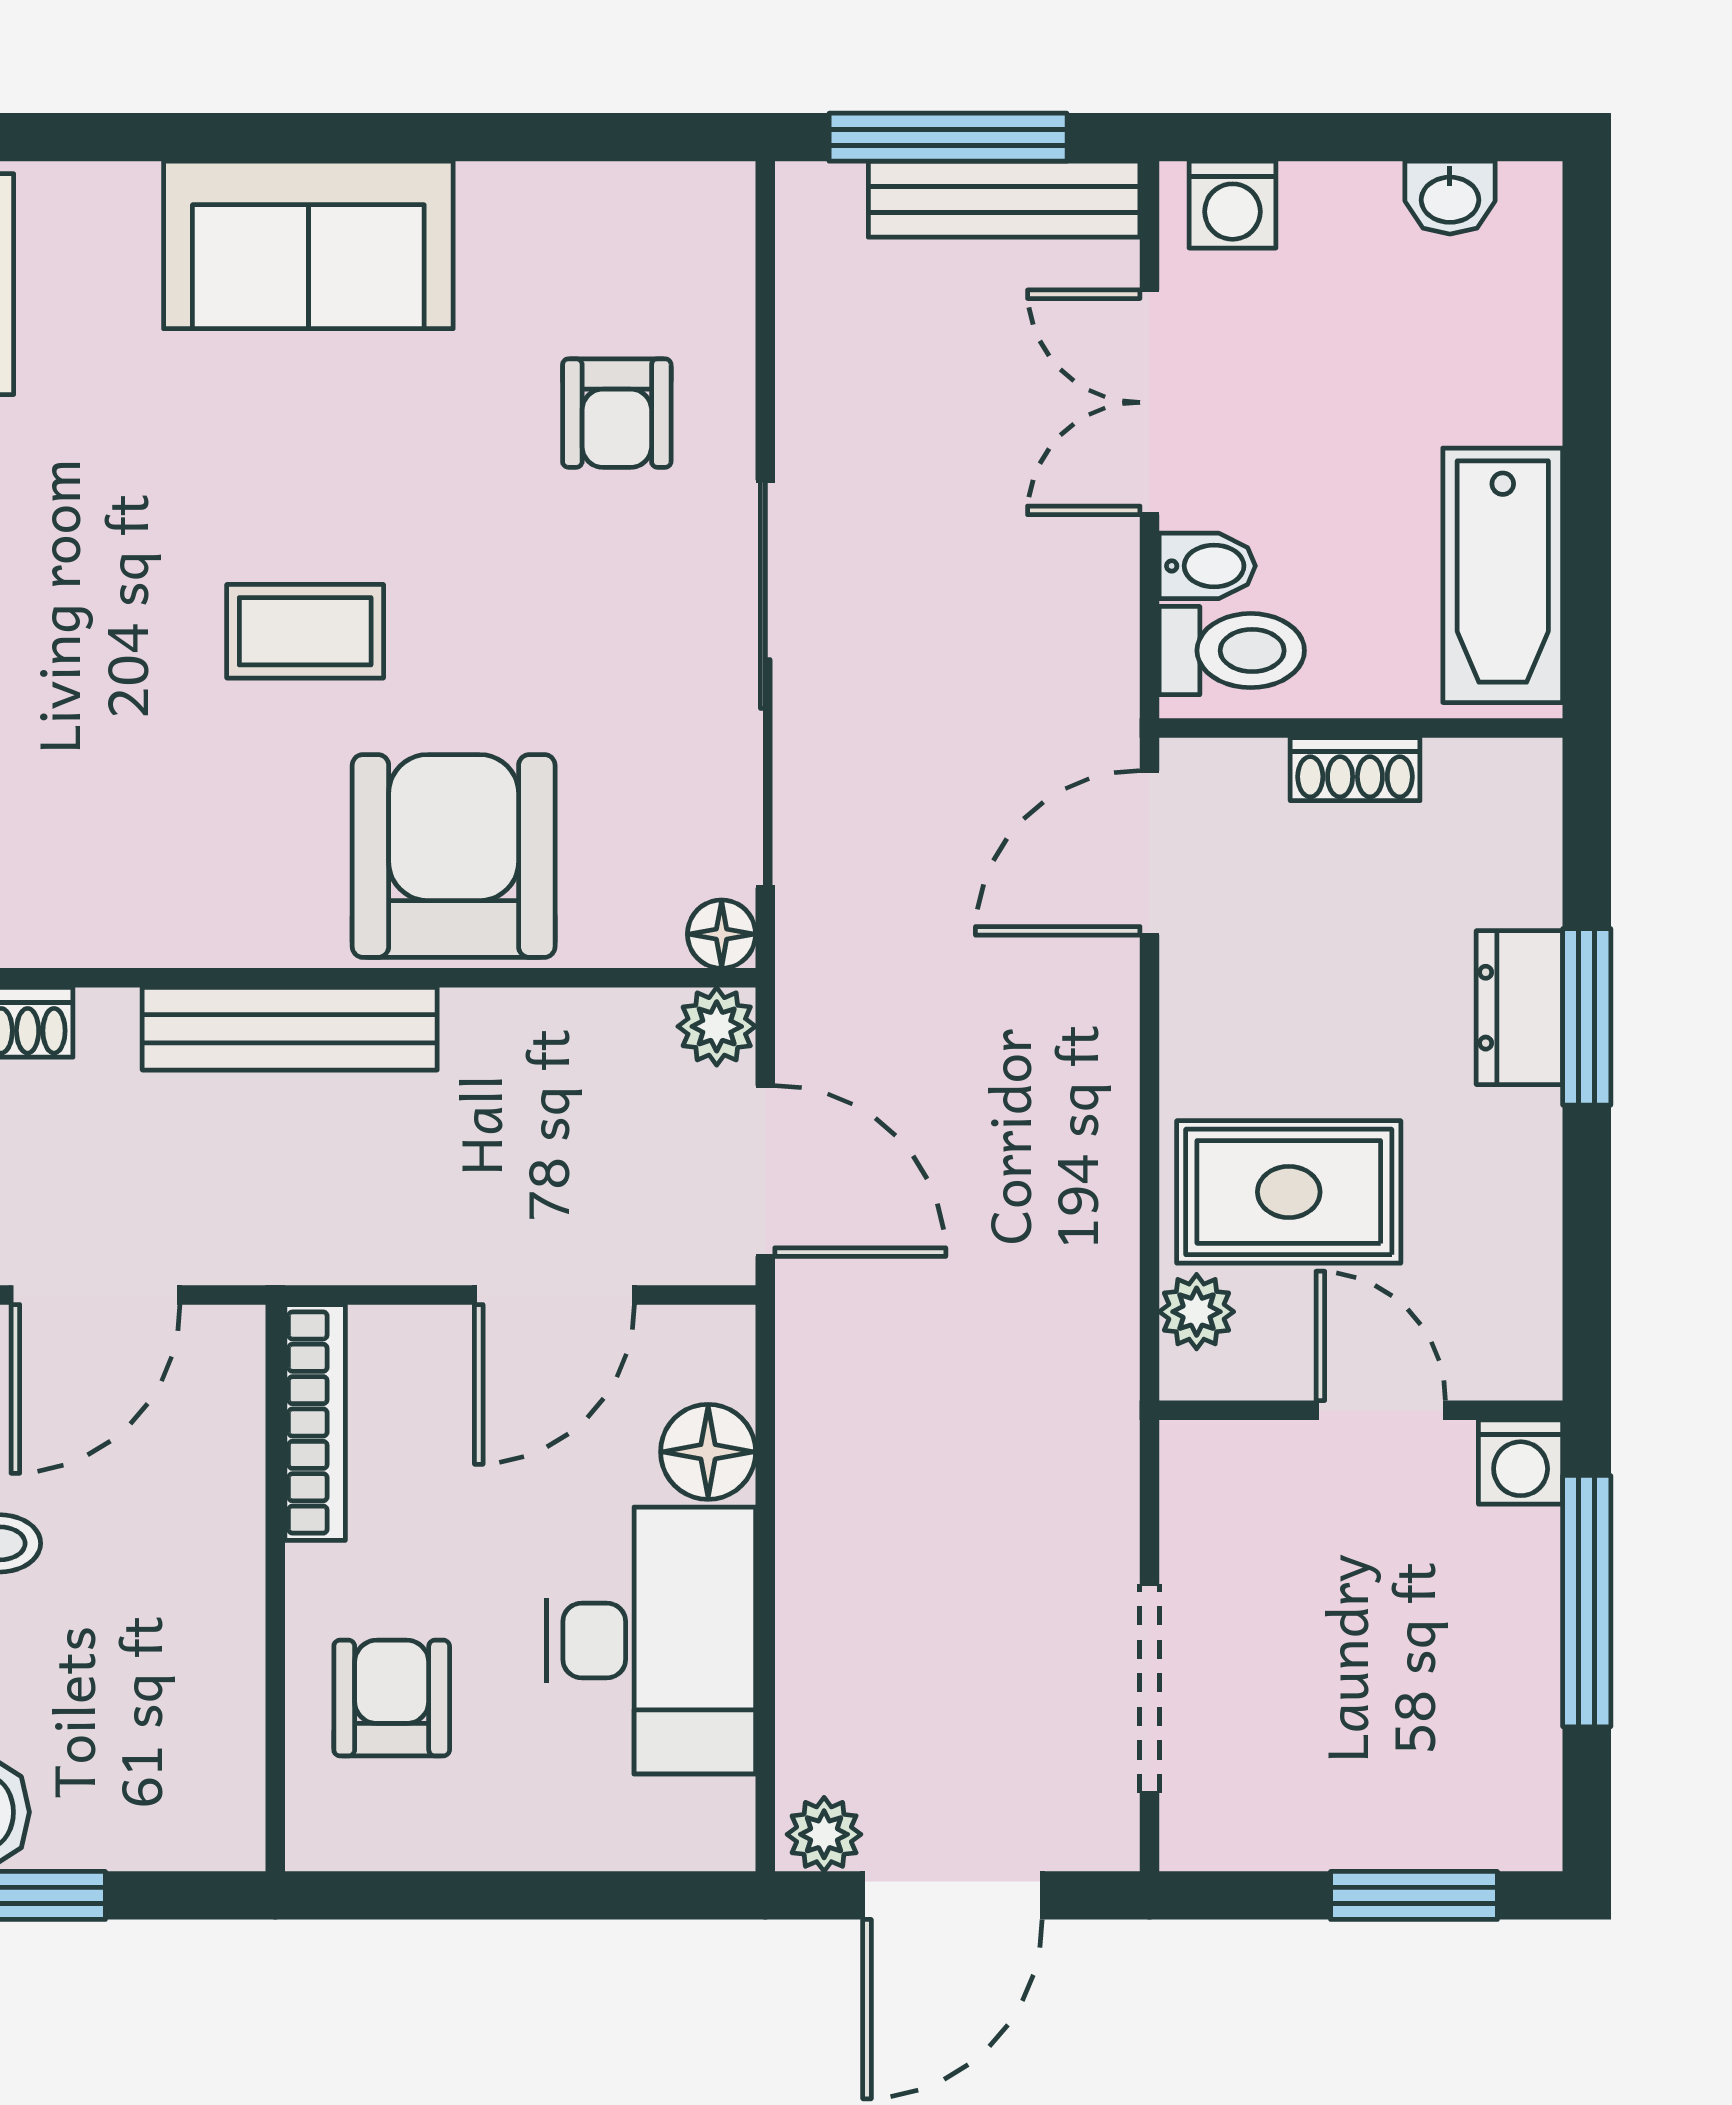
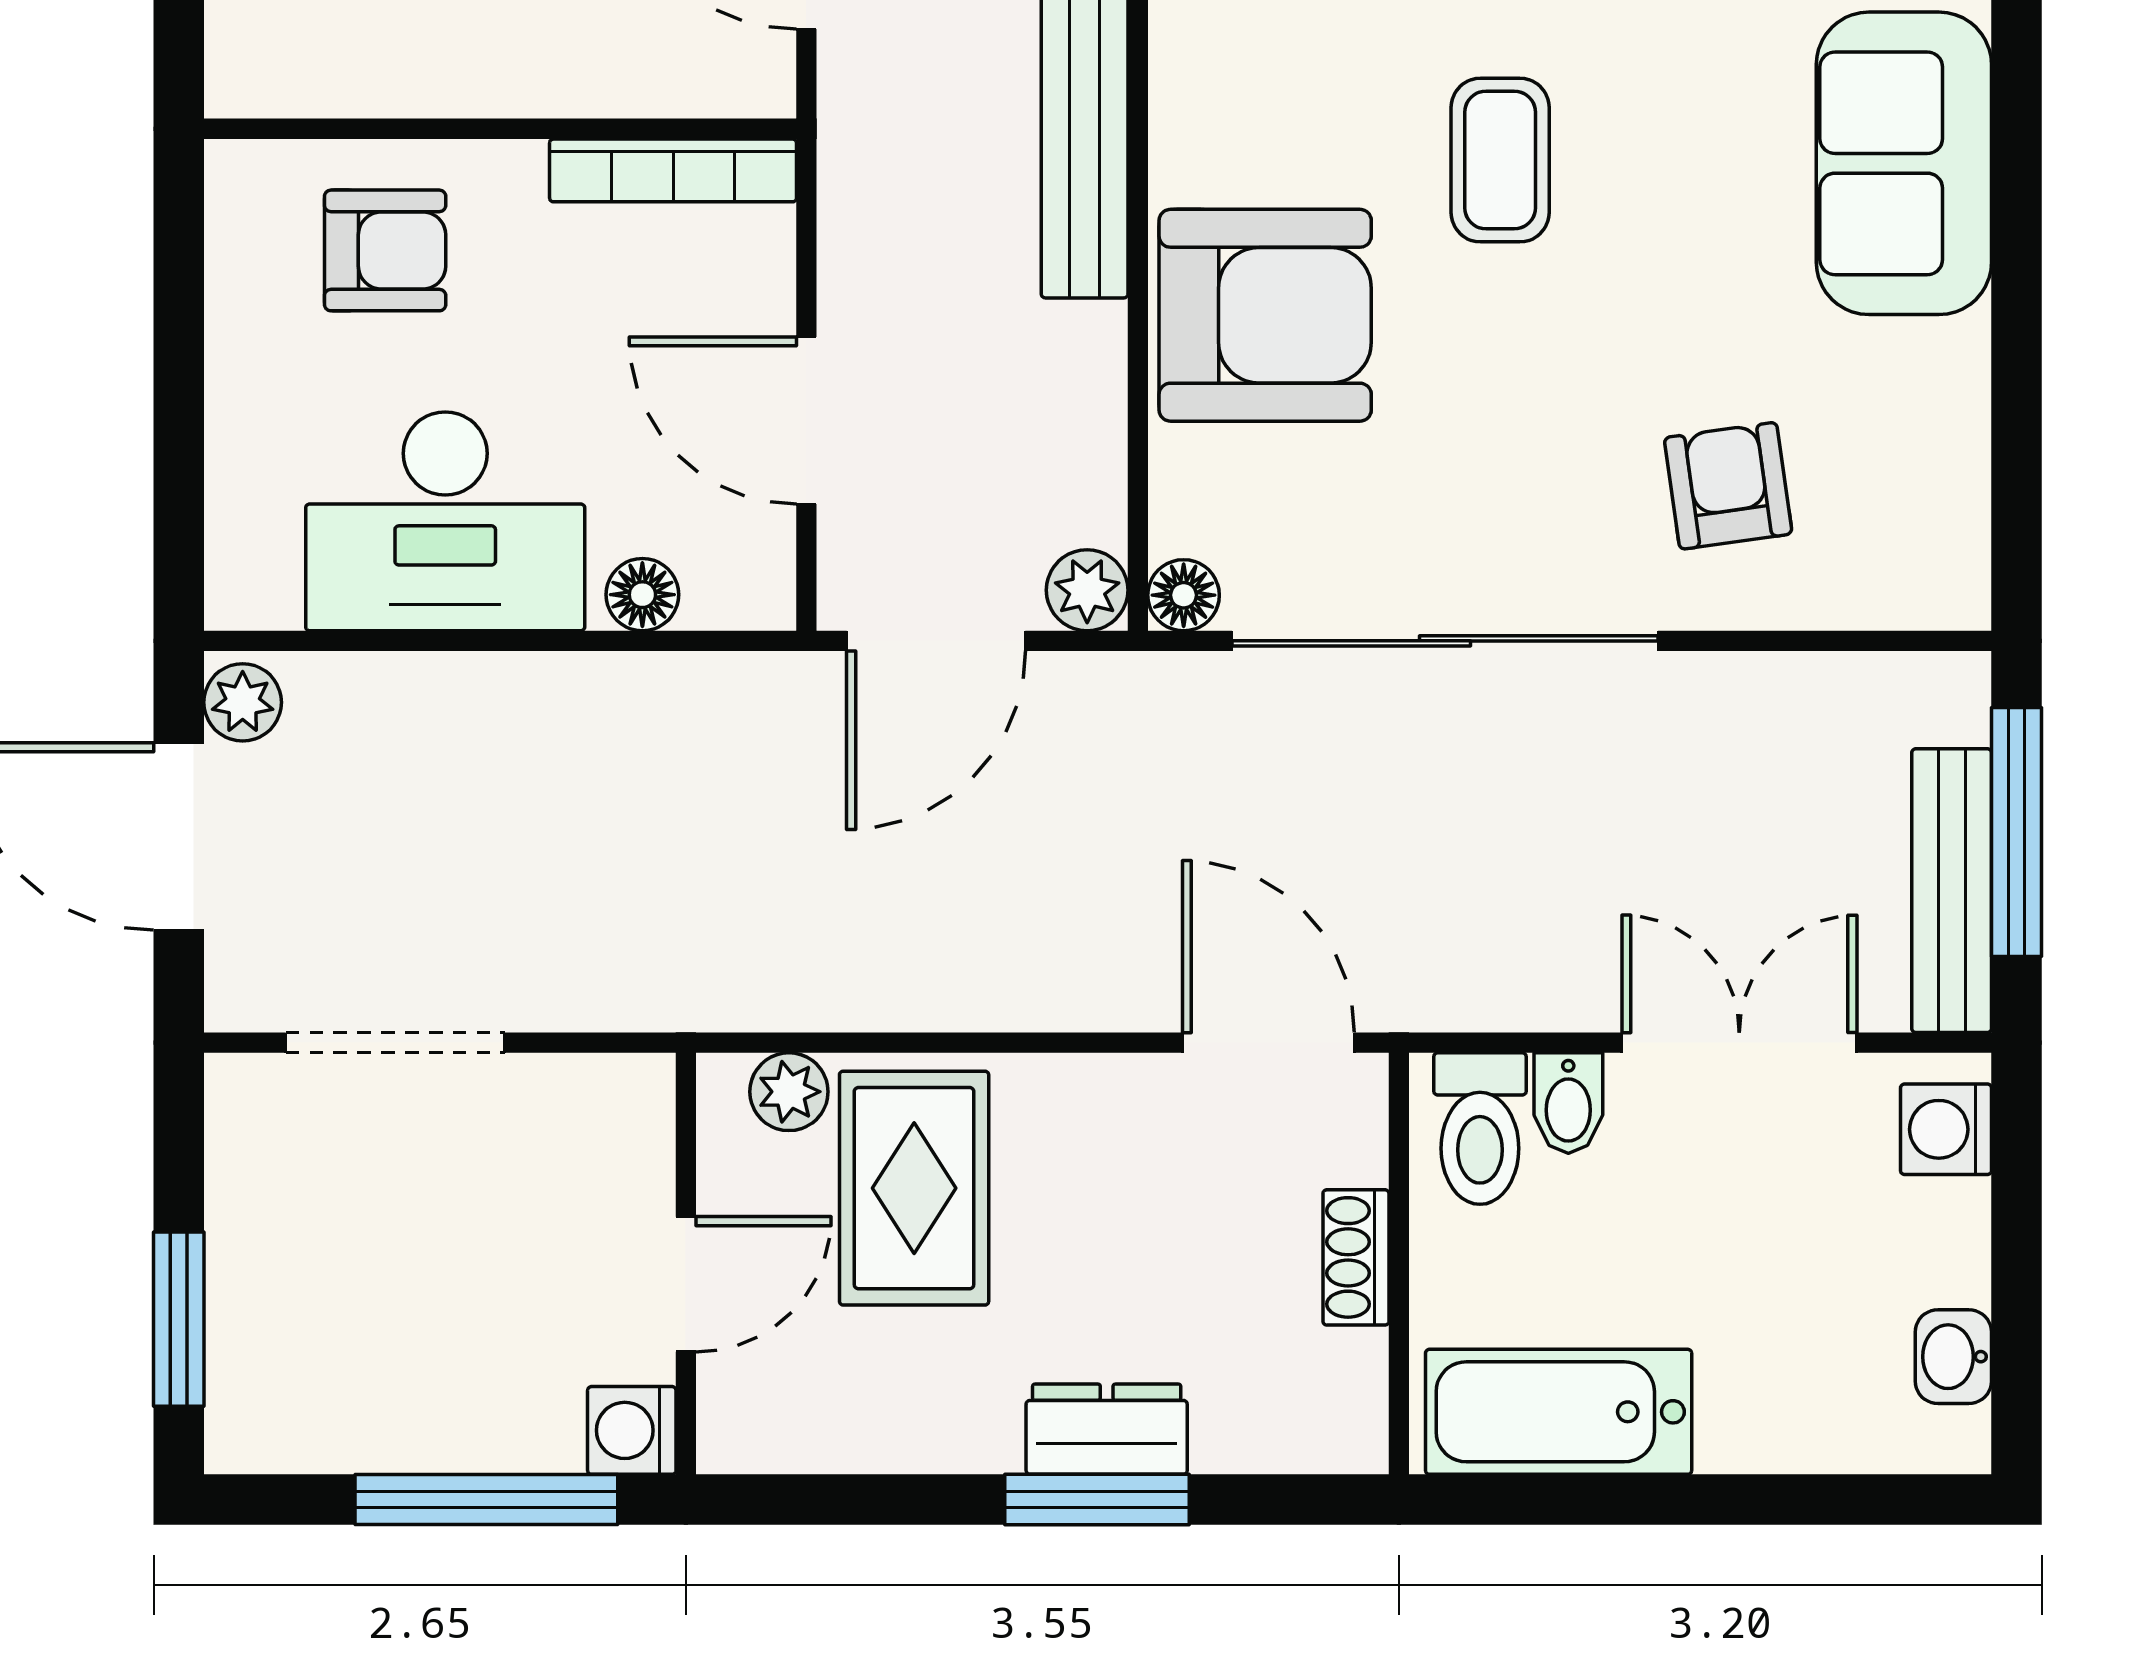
armchair: (617, 413) -> (1728, 486), turned 82
floor lamp: (708, 1452) -> (642, 595), width x0.73, depth x0.73

